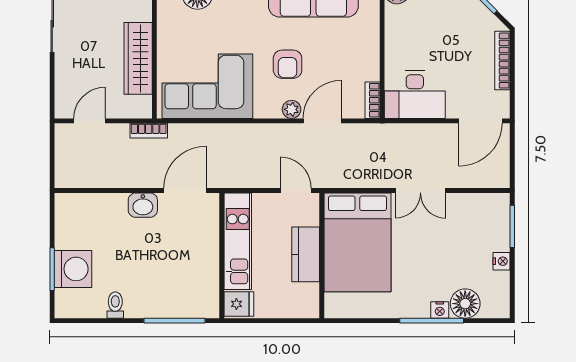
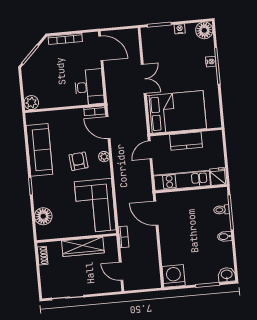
armchair: (288, 64) -> (78, 161), turned -96
door: (322, 121) -> (108, 128), moved
washbasin: (143, 205) -> (227, 275), moved, turned -90
washing machine: (73, 269) -> (174, 276), moved
floor lamp: (465, 304) -> (204, 30), moved
toilet: (115, 305) -> (221, 210), moved
bidet: (134, 306) -> (225, 237), added

